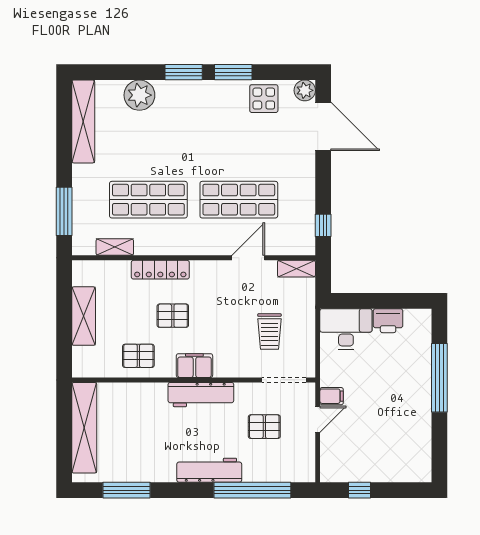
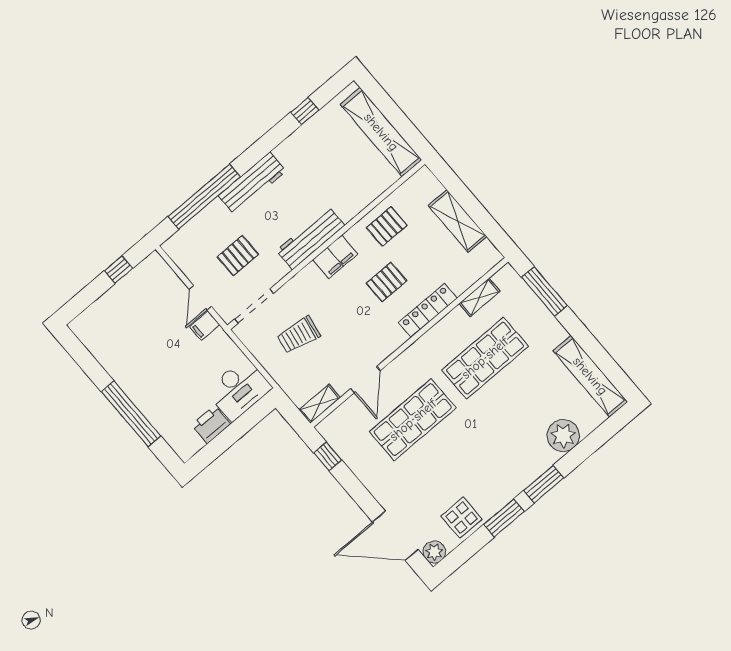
trolley: (269, 332) -> (298, 335), turned -80
window: (126, 490) -> (305, 111), width x0.46

